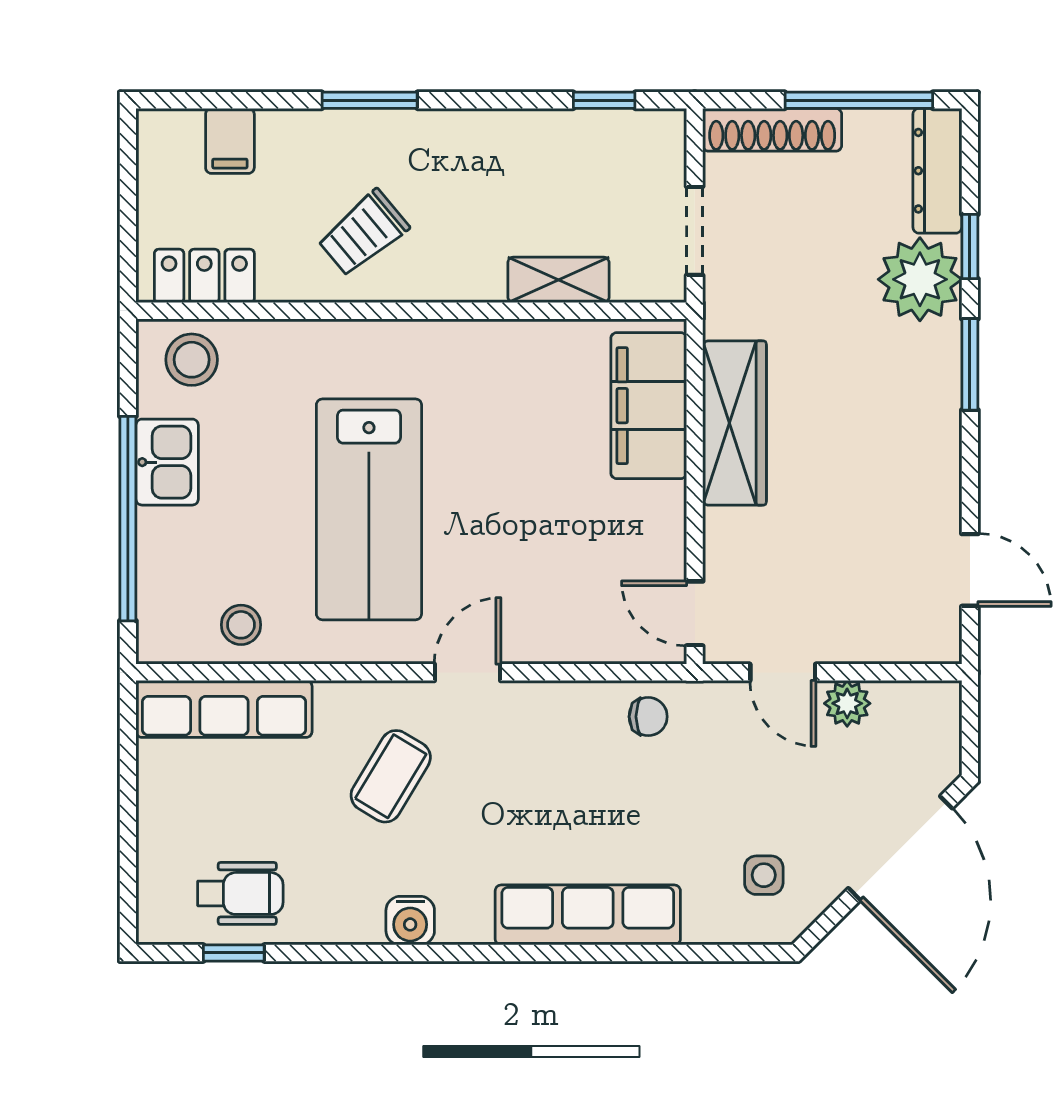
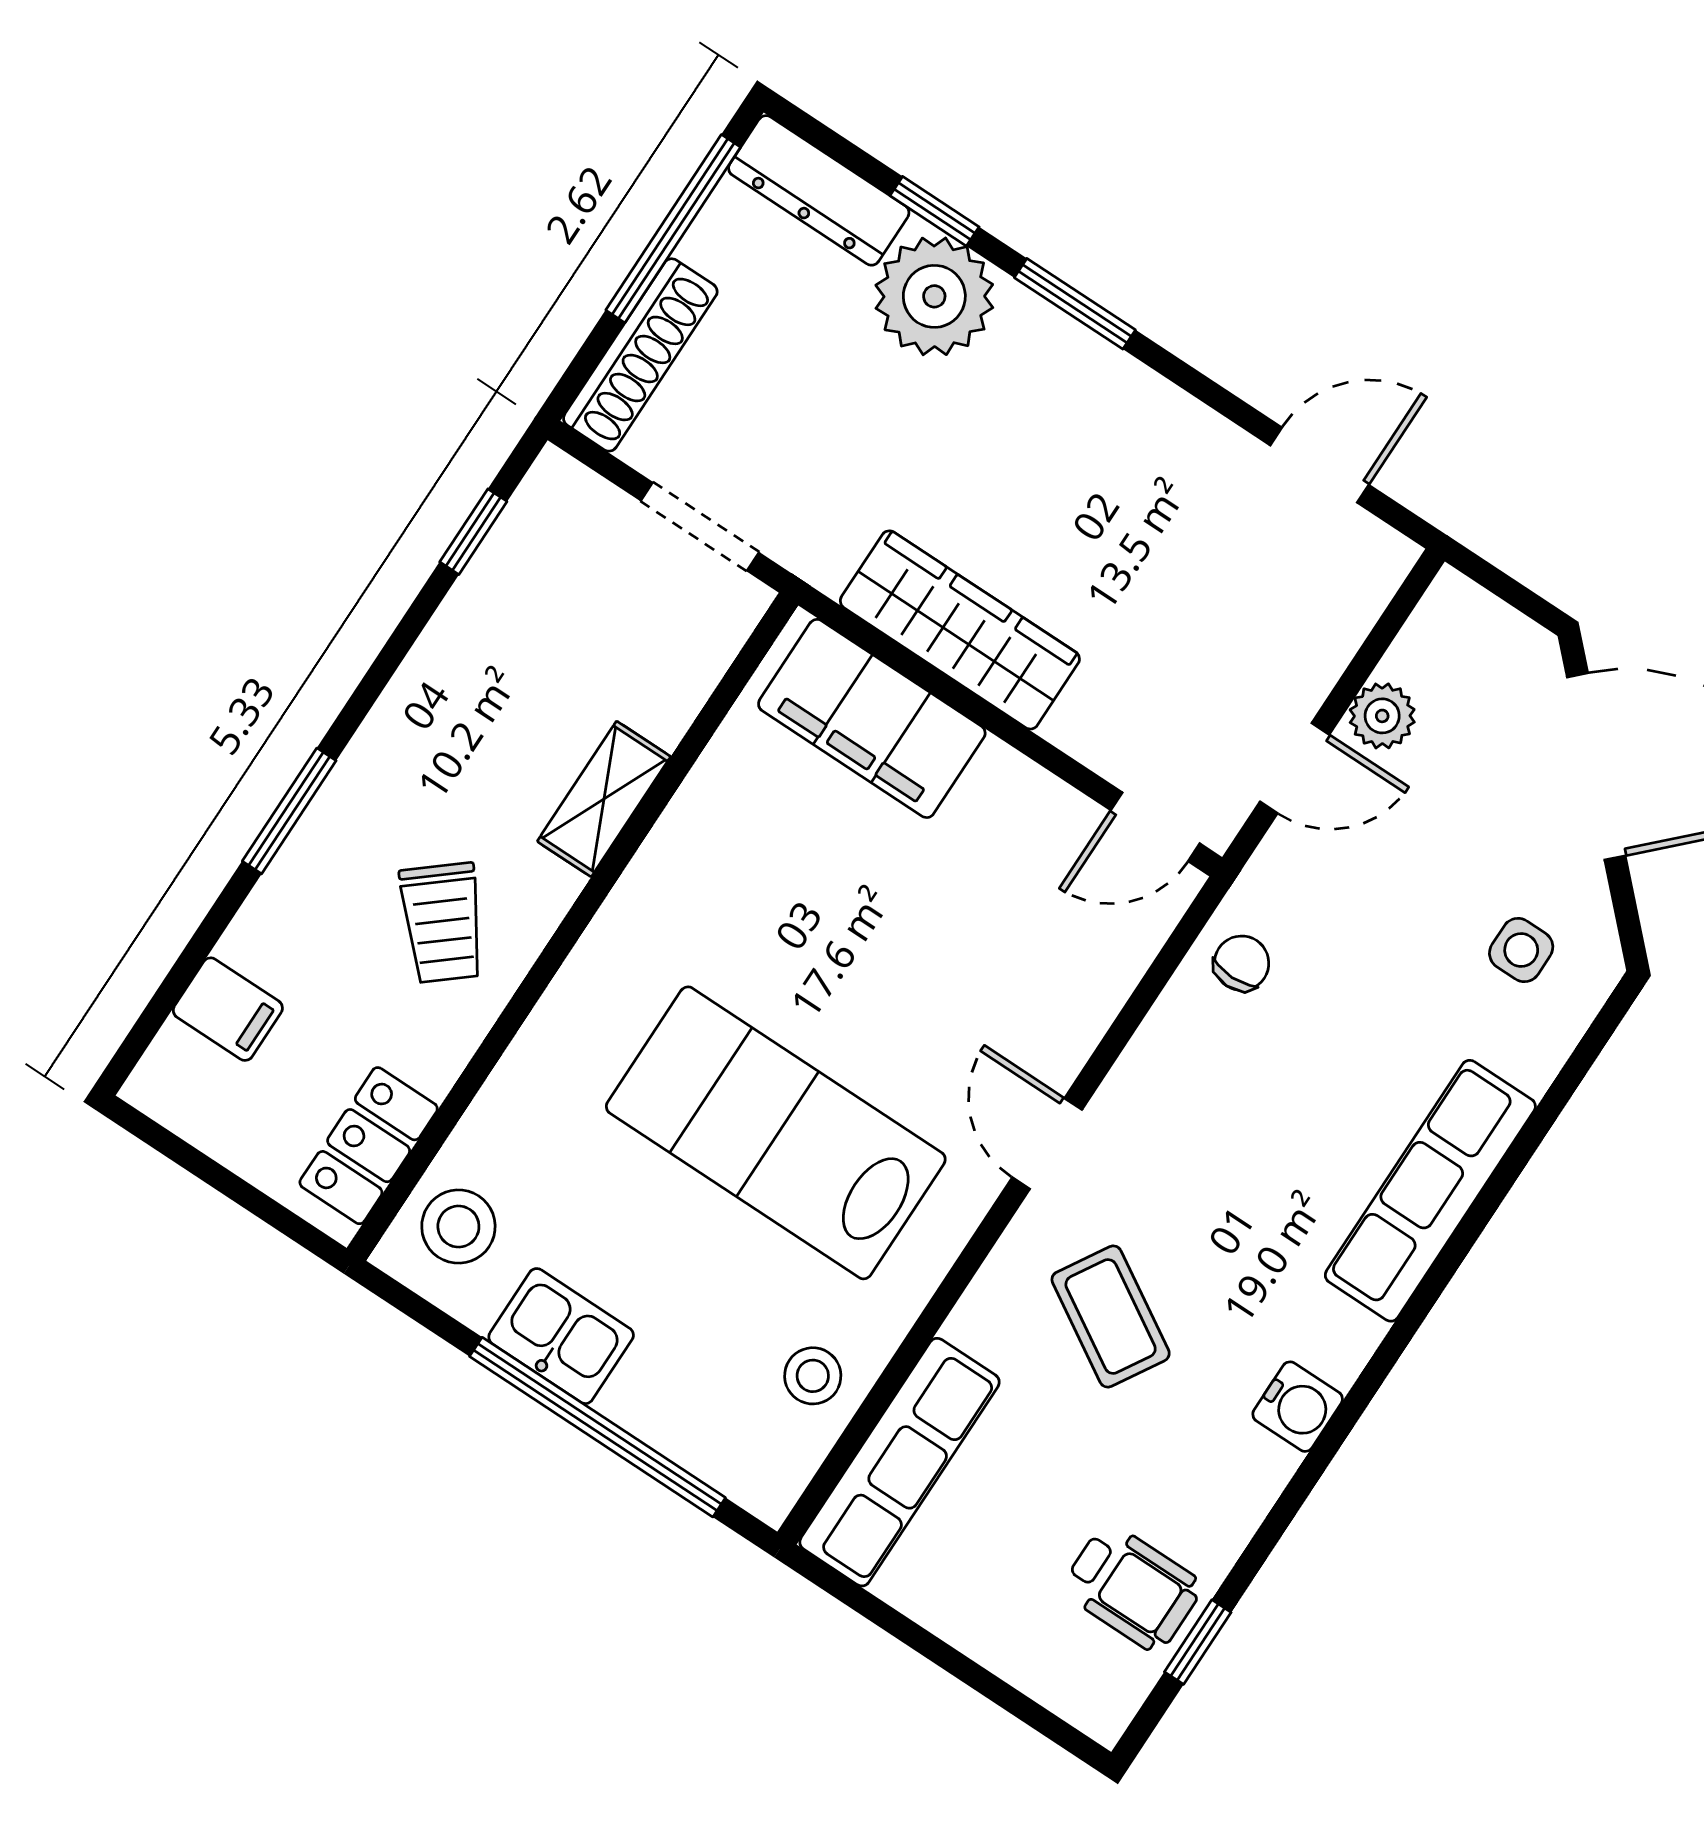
shelving: (558, 280) -> (604, 799), moved
lab bench: (369, 509) -> (776, 1133), turned 180
wheelchair: (240, 893) -> (1132, 1587), turned 90

